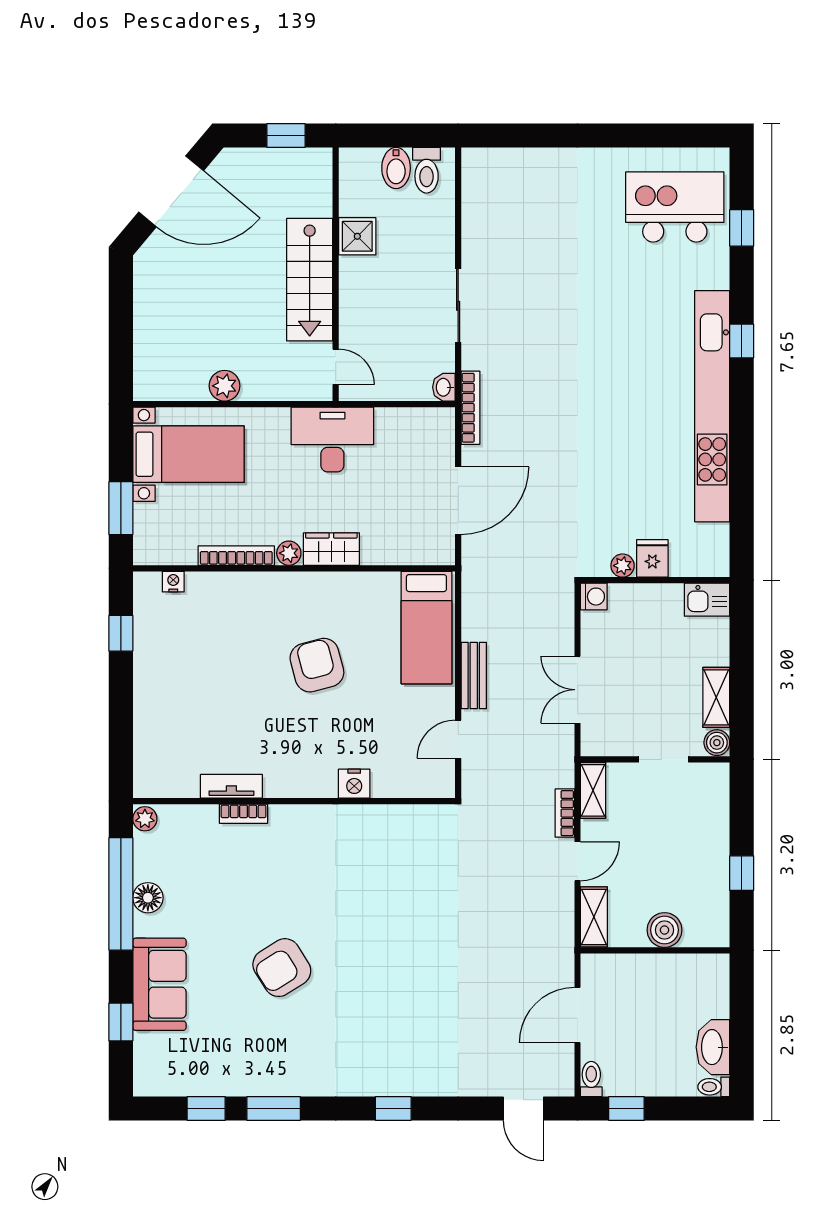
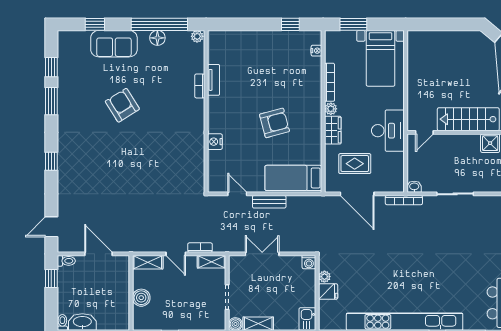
plant: (225, 386) -> (415, 76), removed
rug: (398, 505) -> (355, 164), added

